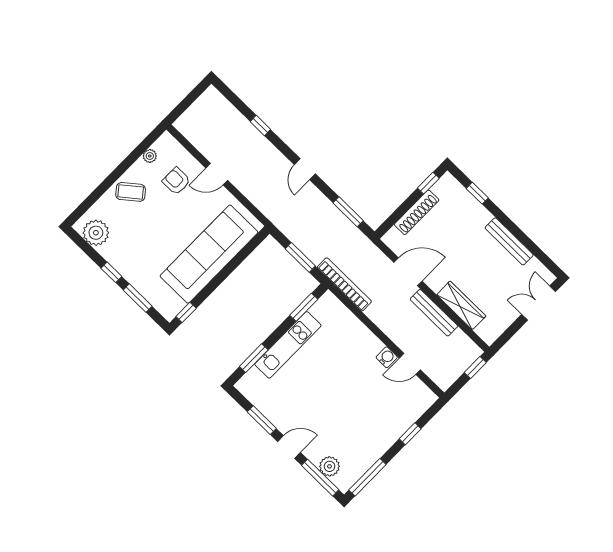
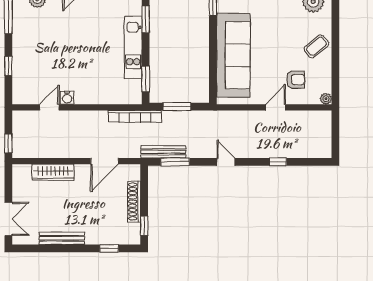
plant: (150, 156) -> (326, 99), moved
bench: (434, 313) -> (163, 152), moved

